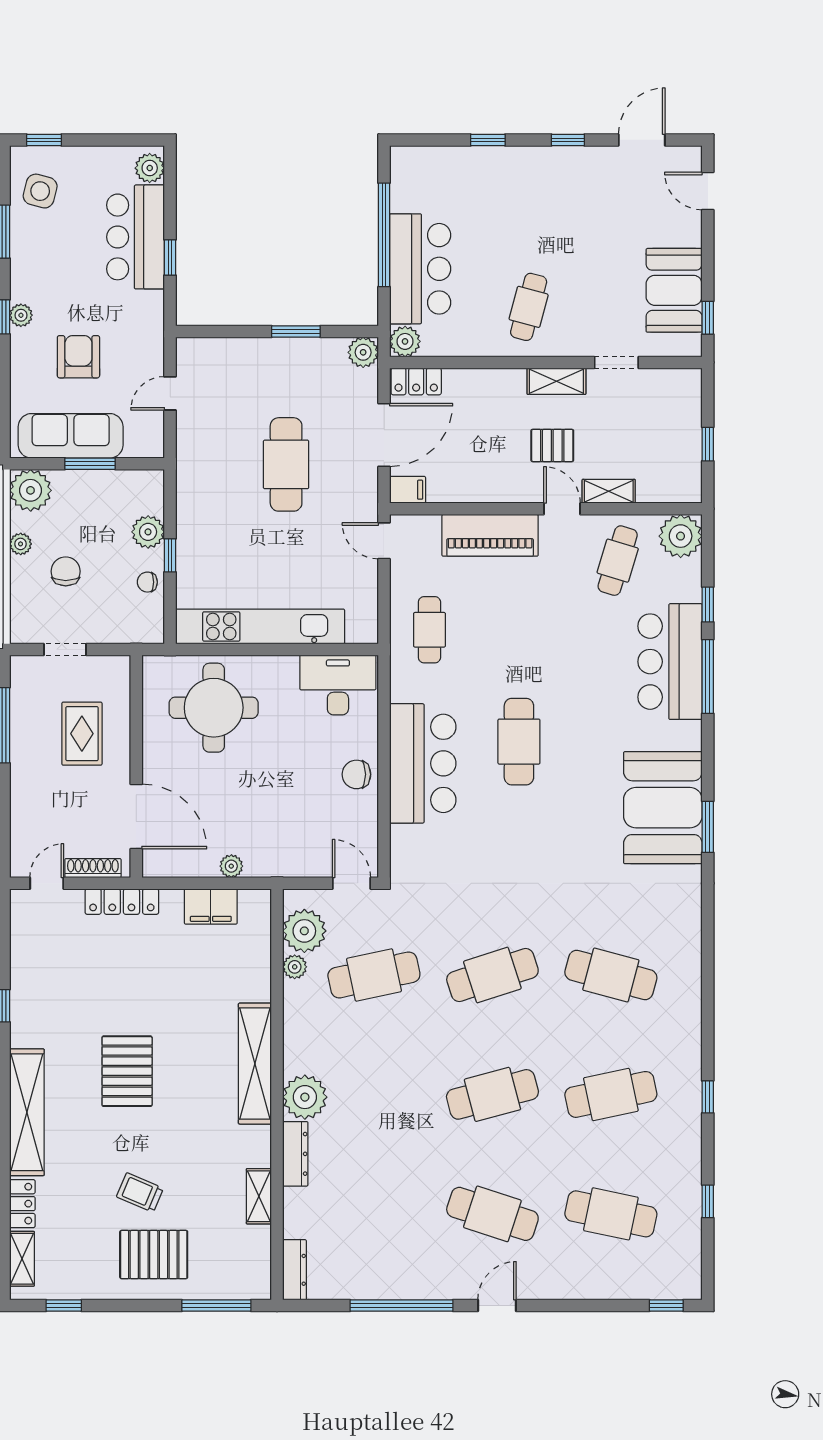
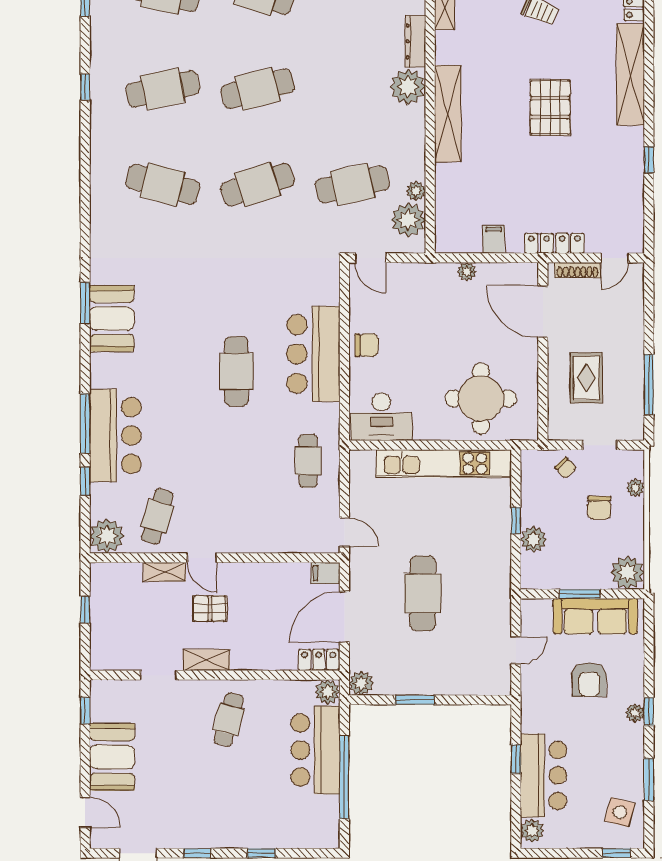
booth: (674, 290) -> (112, 757), moved
piano: (490, 535) -> (260, 537), removed
plant: (21, 544) -> (635, 488), moved
chair: (147, 582) -> (565, 468), moved, turned 47
booth: (663, 808) -> (112, 319), width x0.73, depth x0.70
filing cabinet: (211, 907) -> (494, 239), width x0.50

